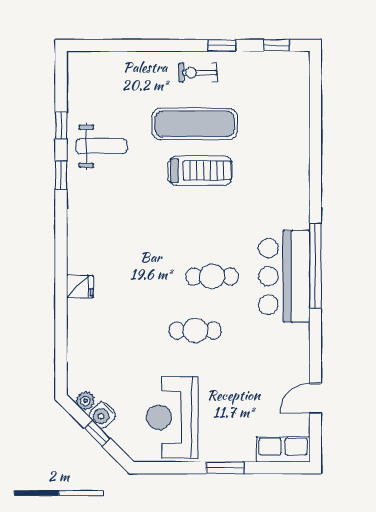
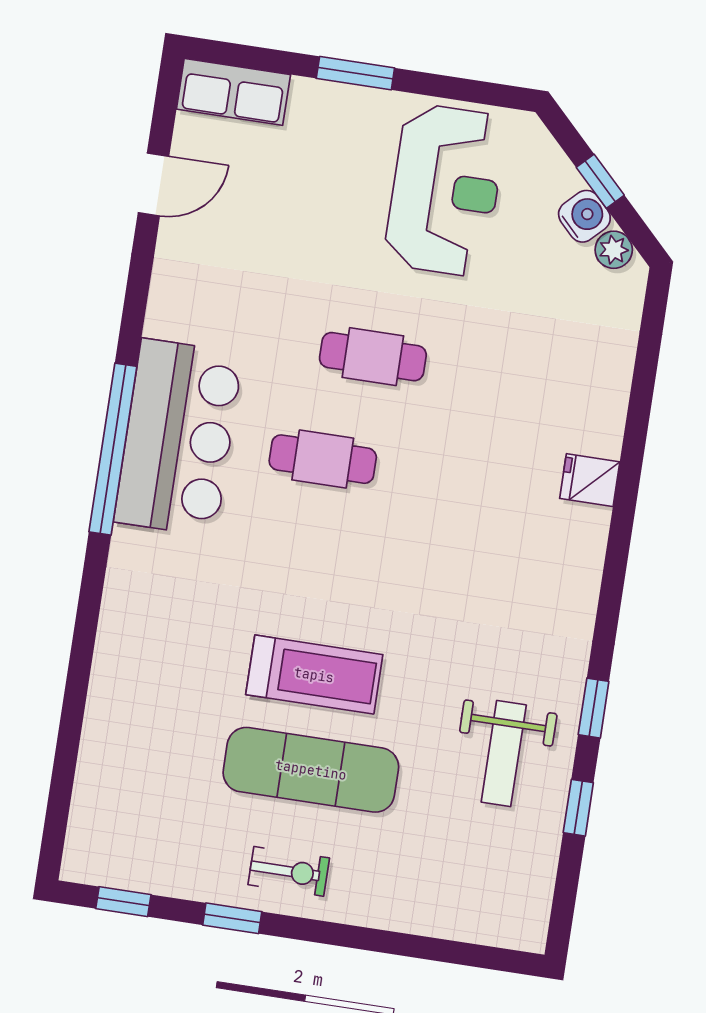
weight bench: (102, 146) -> (504, 754), turned -90
treadmill: (200, 171) -> (314, 675), turned 180

